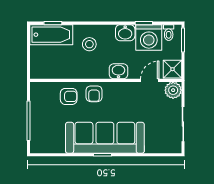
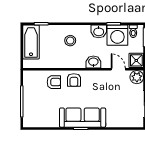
bathtub: (51, 35) -> (31, 42), moved, turned -90
door: (150, 80) -> (118, 69), hinge flipped
sofa: (105, 138) -> (83, 118), width x0.74, depth x0.79

